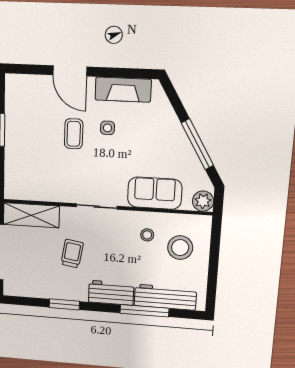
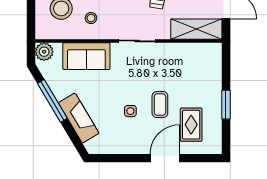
door: (70, 71) -> (165, 158), hinge flipped
fireplace: (123, 90) -> (79, 118), moved, turned 59
rug: (39, 109) -> (191, 125), added

